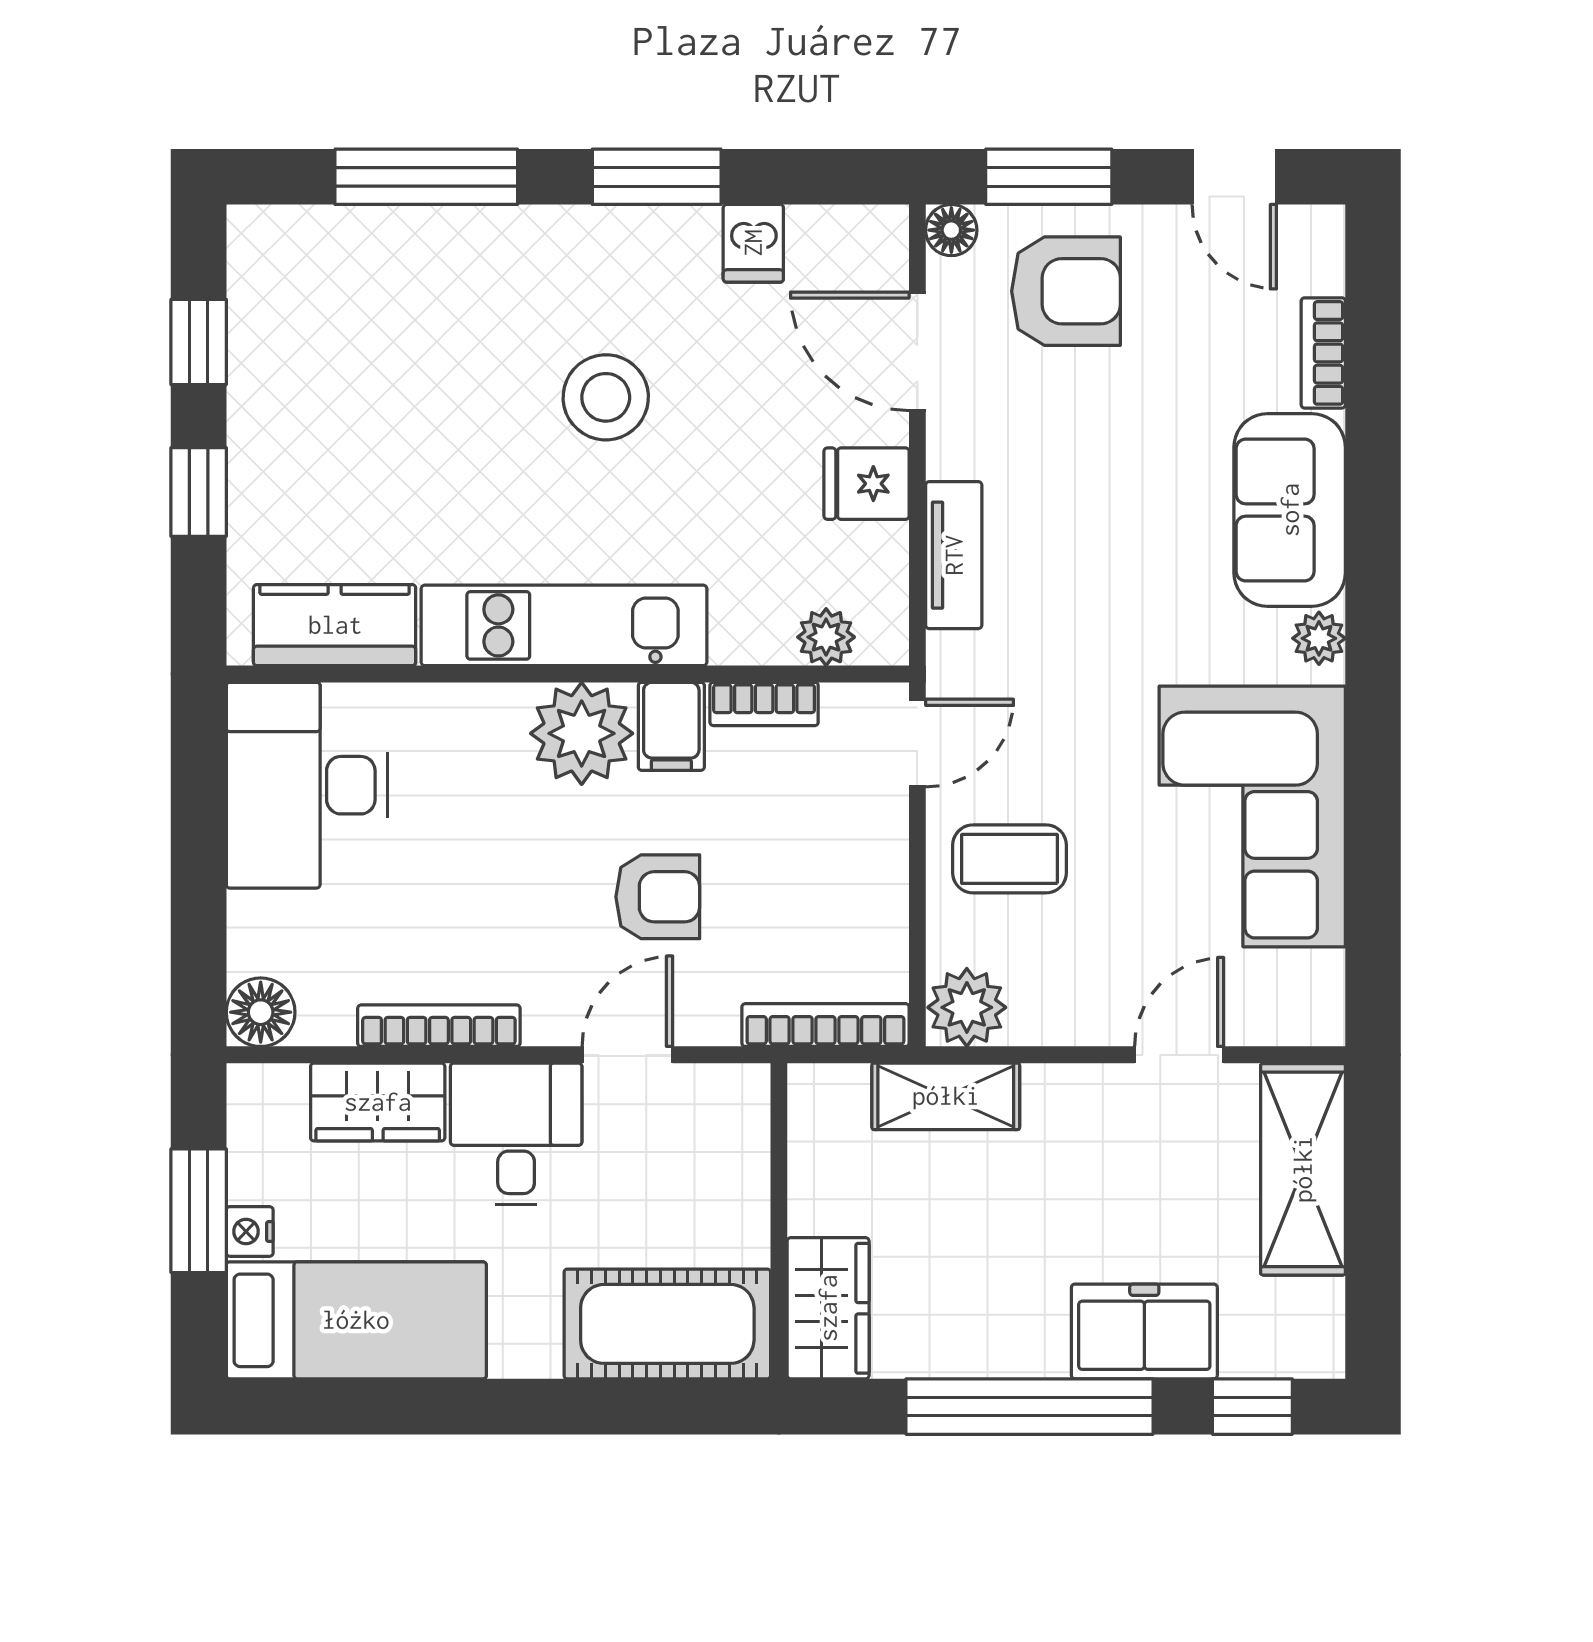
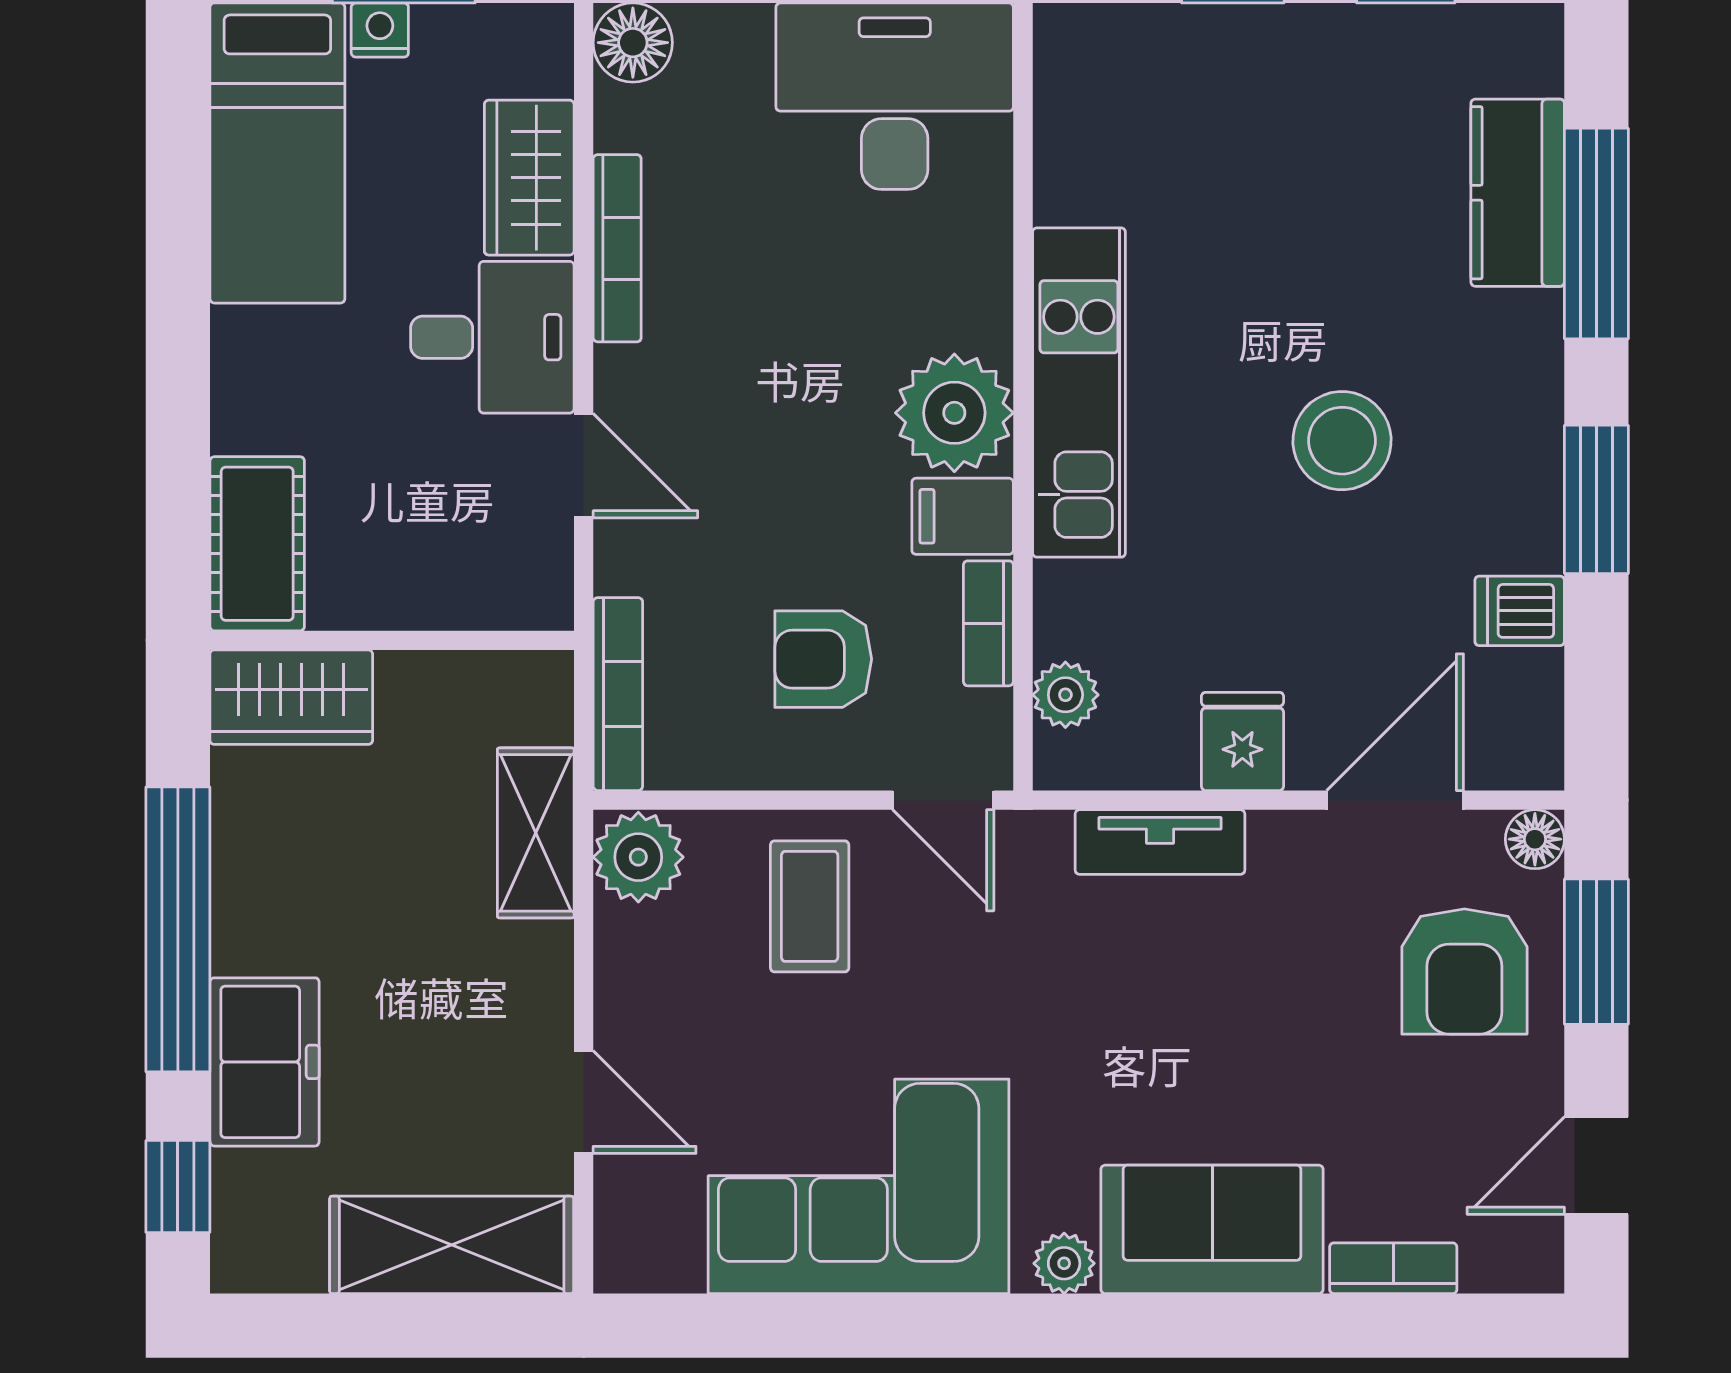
kitchen counter: (335, 625) -> (1518, 193), moved, turned 180
armchair: (658, 897) -> (823, 659), moved, turned 90
cot: (667, 1324) -> (257, 544), width x0.73, depth x0.75

